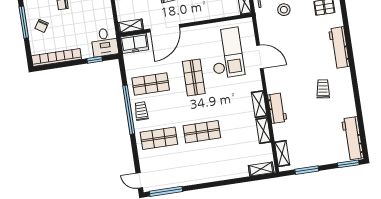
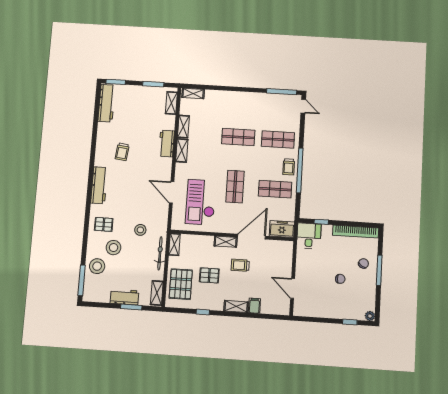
shelving: (131, 26) -> (226, 242), moved

